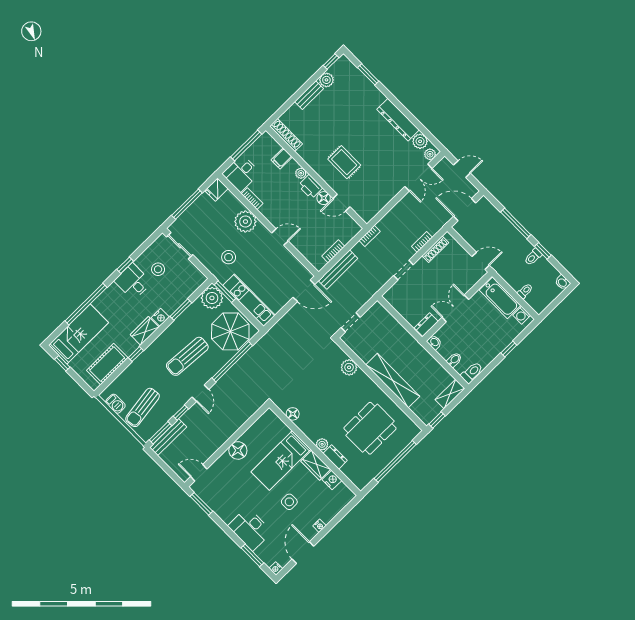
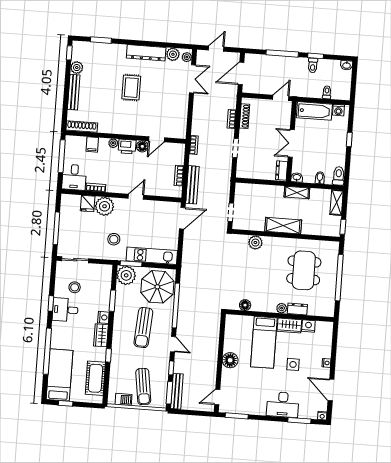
bench: (309, 95) -> (74, 92), width x1.36
rug: (344, 162) -> (131, 88), moved, turned 90
fridge: (216, 190) -> (88, 204), moved
shelving: (423, 355) -> (297, 192), added
shelving: (393, 381) -> (283, 226), width x0.68

